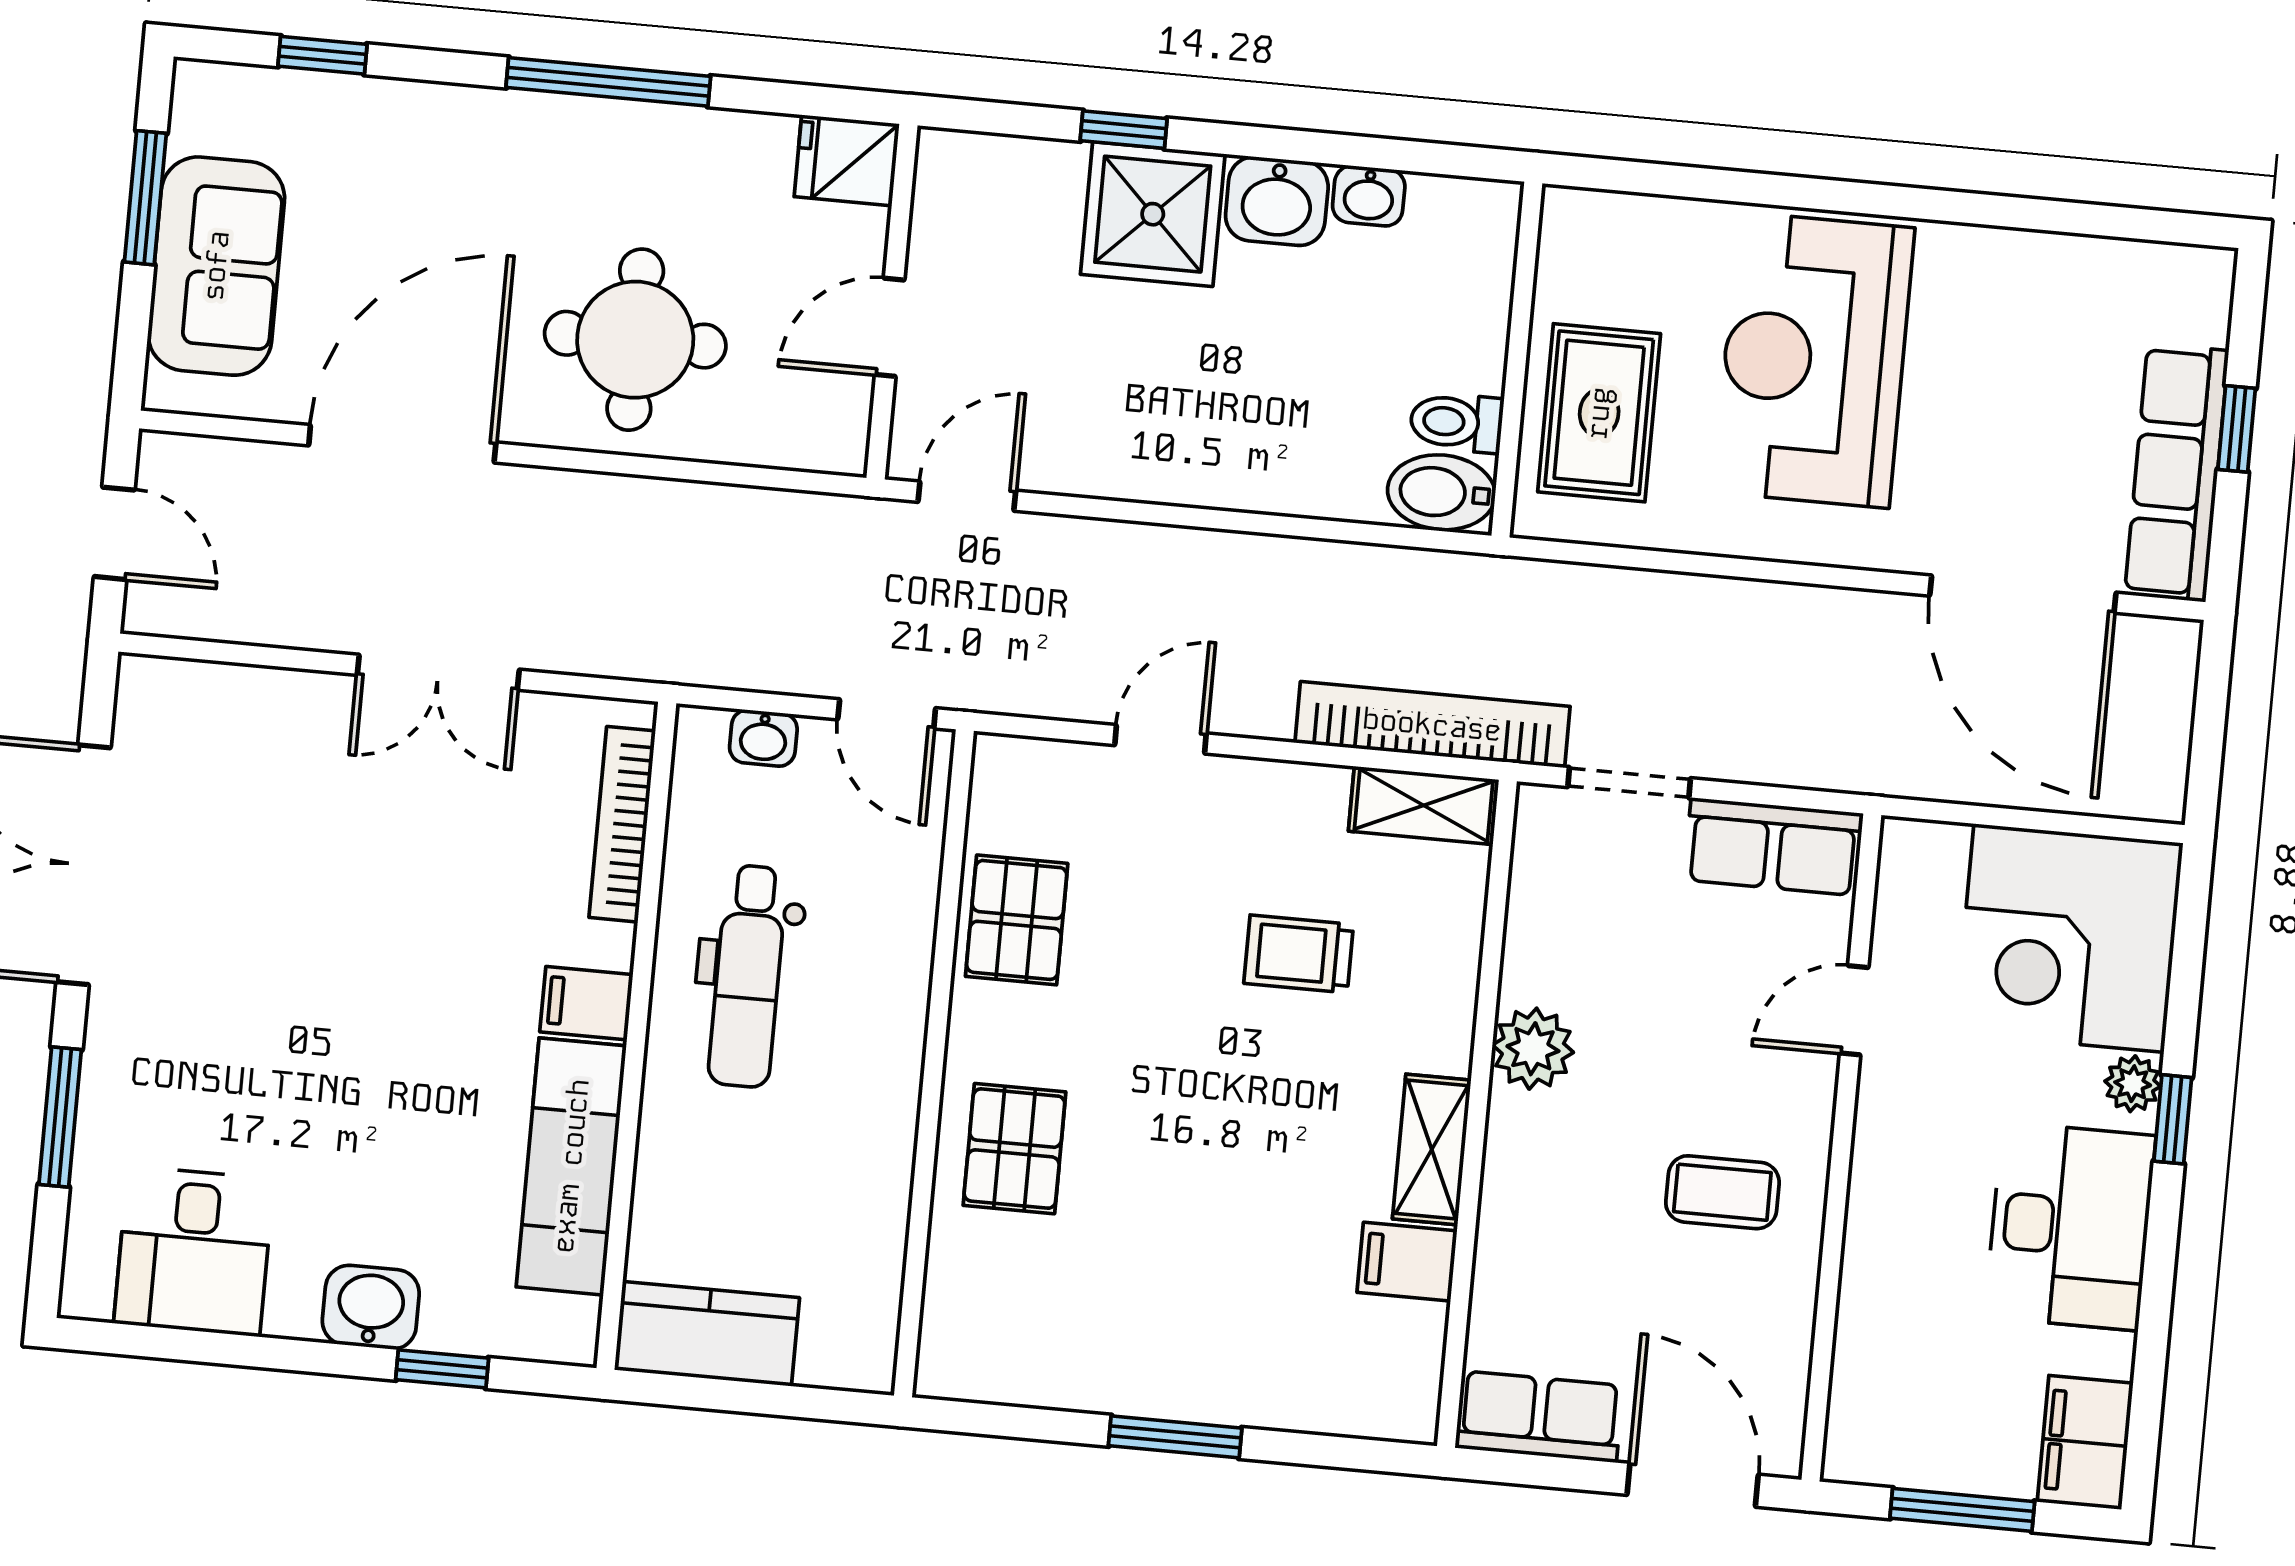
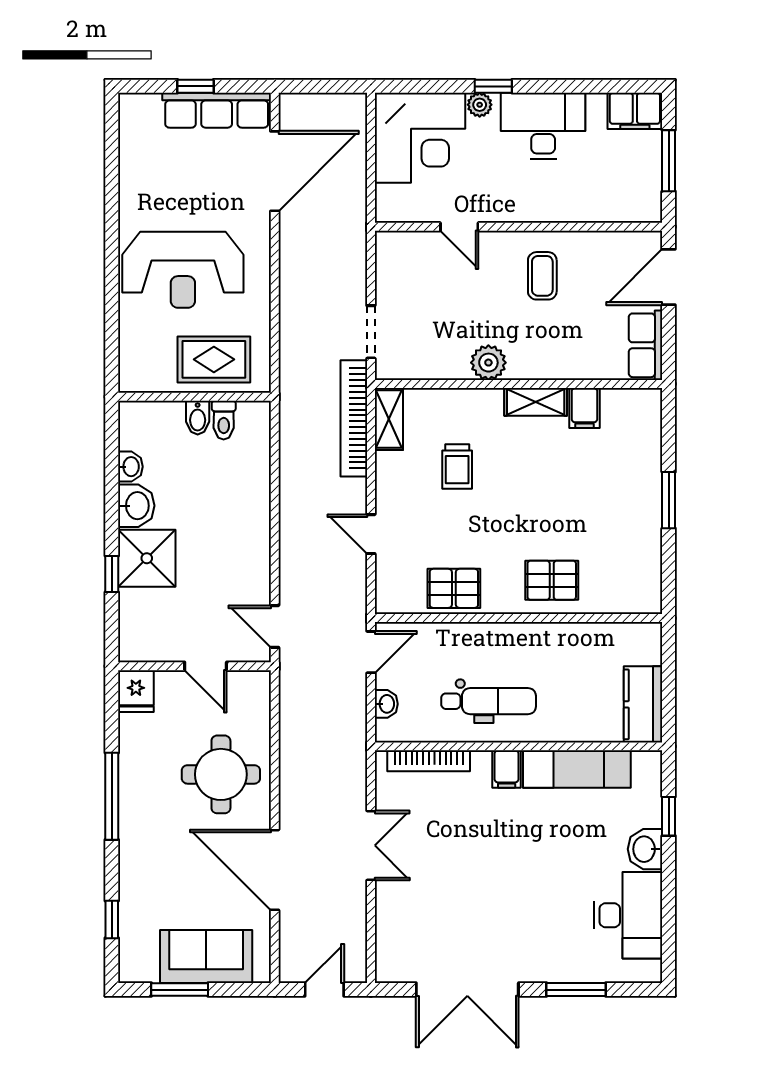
bidet: (1441, 492) -> (198, 418), moved, width x0.72, depth x0.74
row of seats: (1773, 847) -> (393, 268), removed
desk: (194, 1251) -> (628, 915), width x1.37

